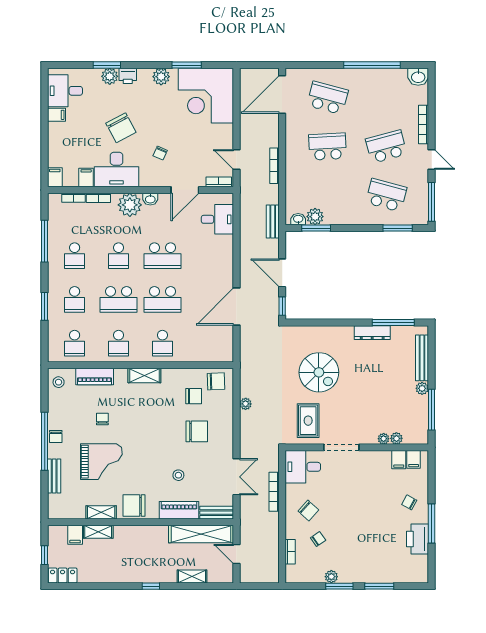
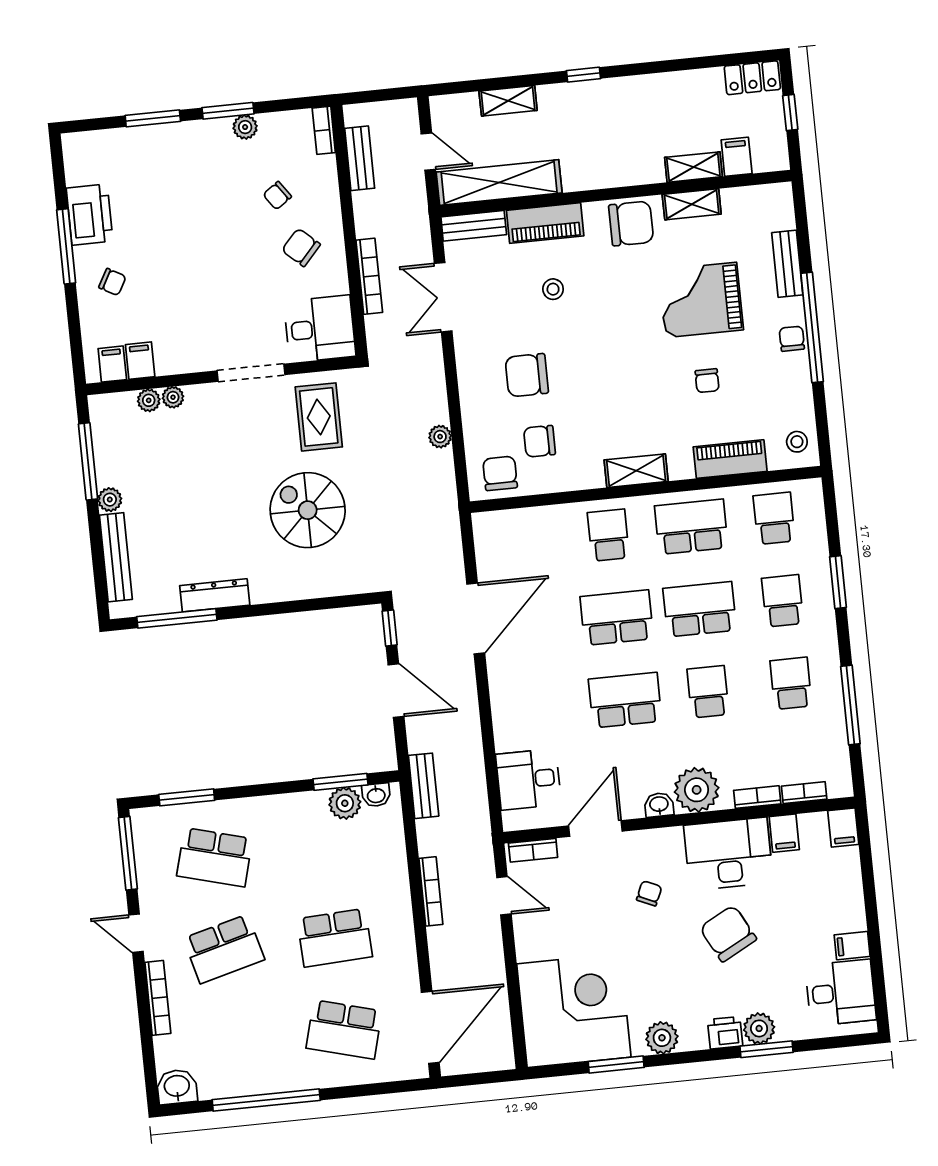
school desk: (119, 343) -> (691, 527), width x1.85
chair: (216, 381) -> (500, 473), turned 92
bookcase: (290, 552) -> (324, 130), moved
bench: (273, 554) -> (360, 158), added

